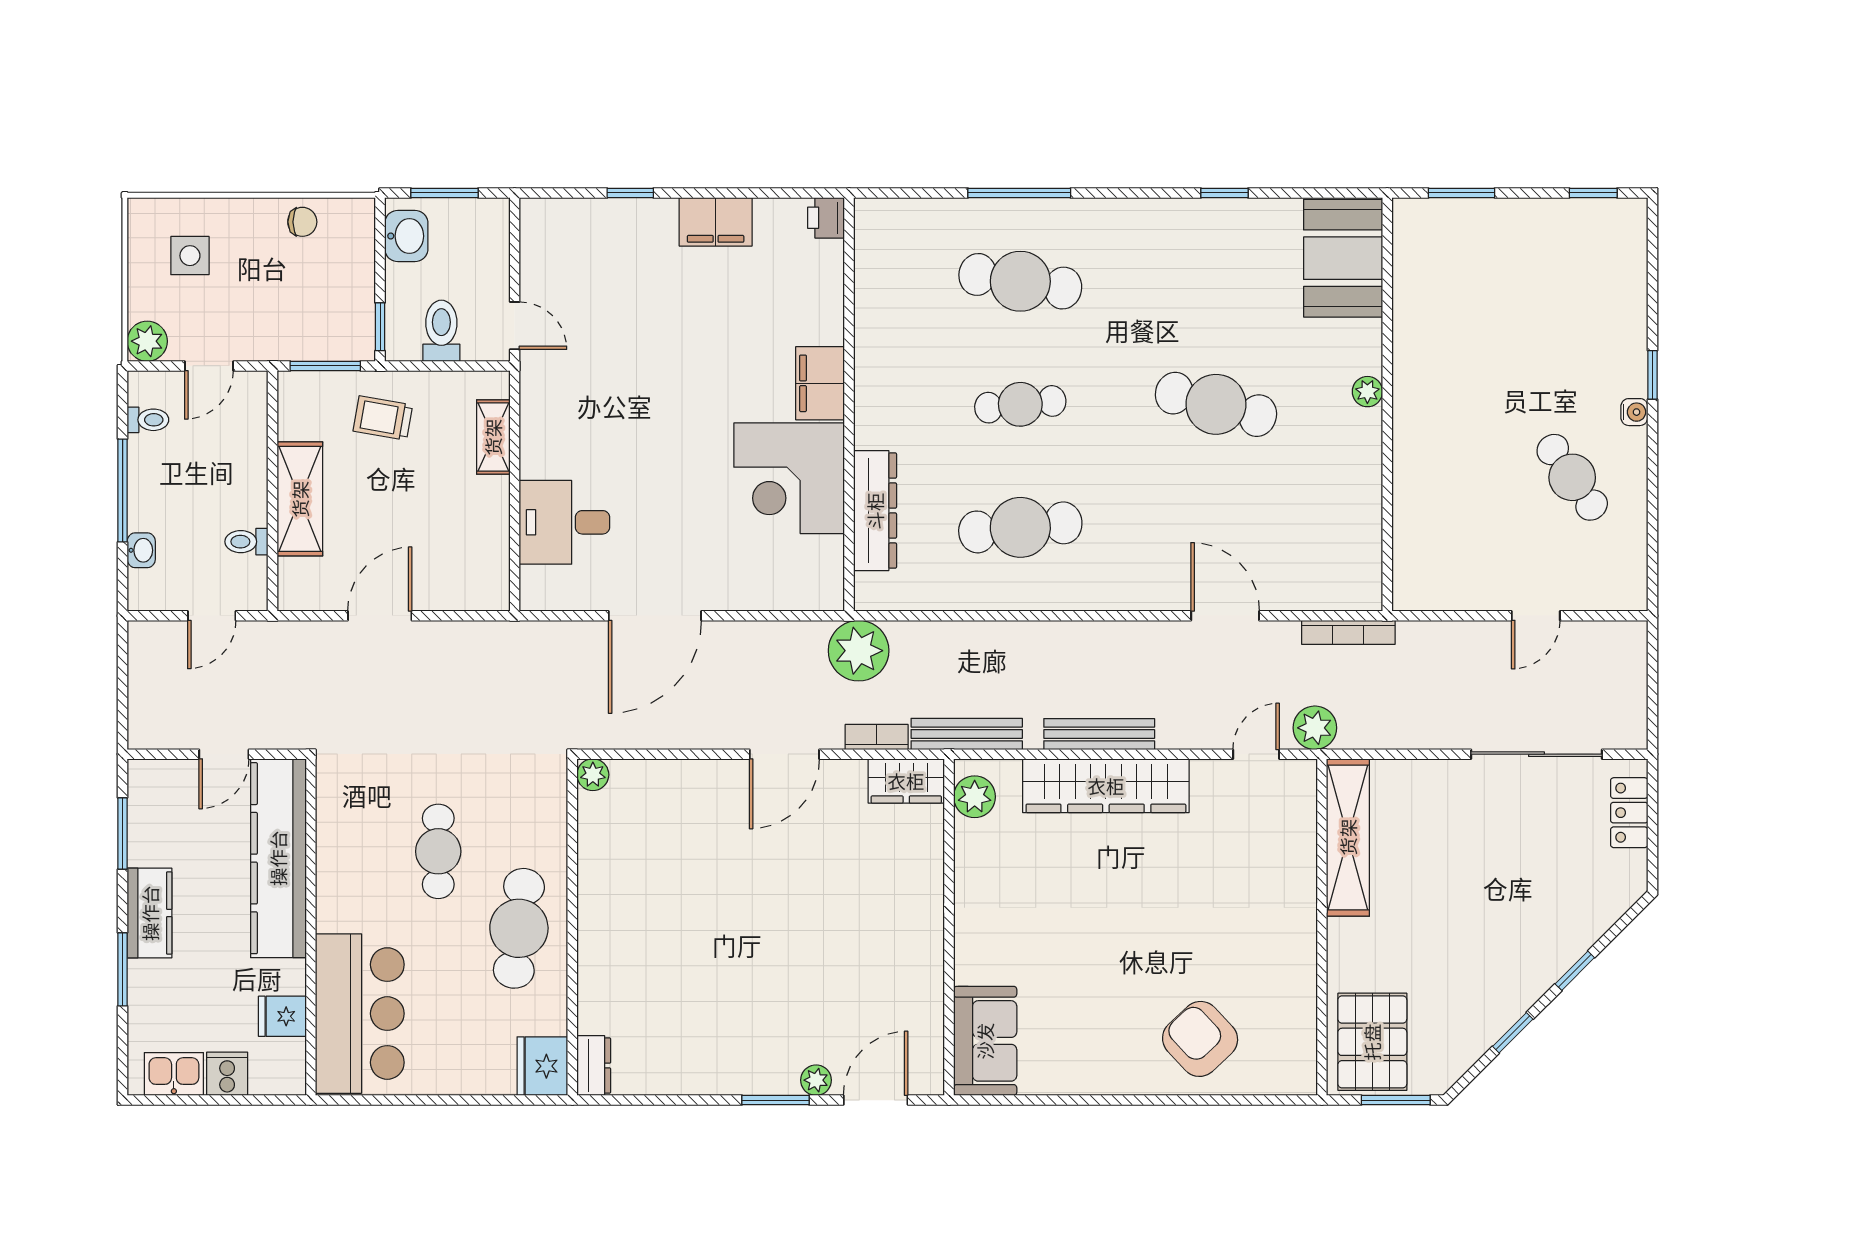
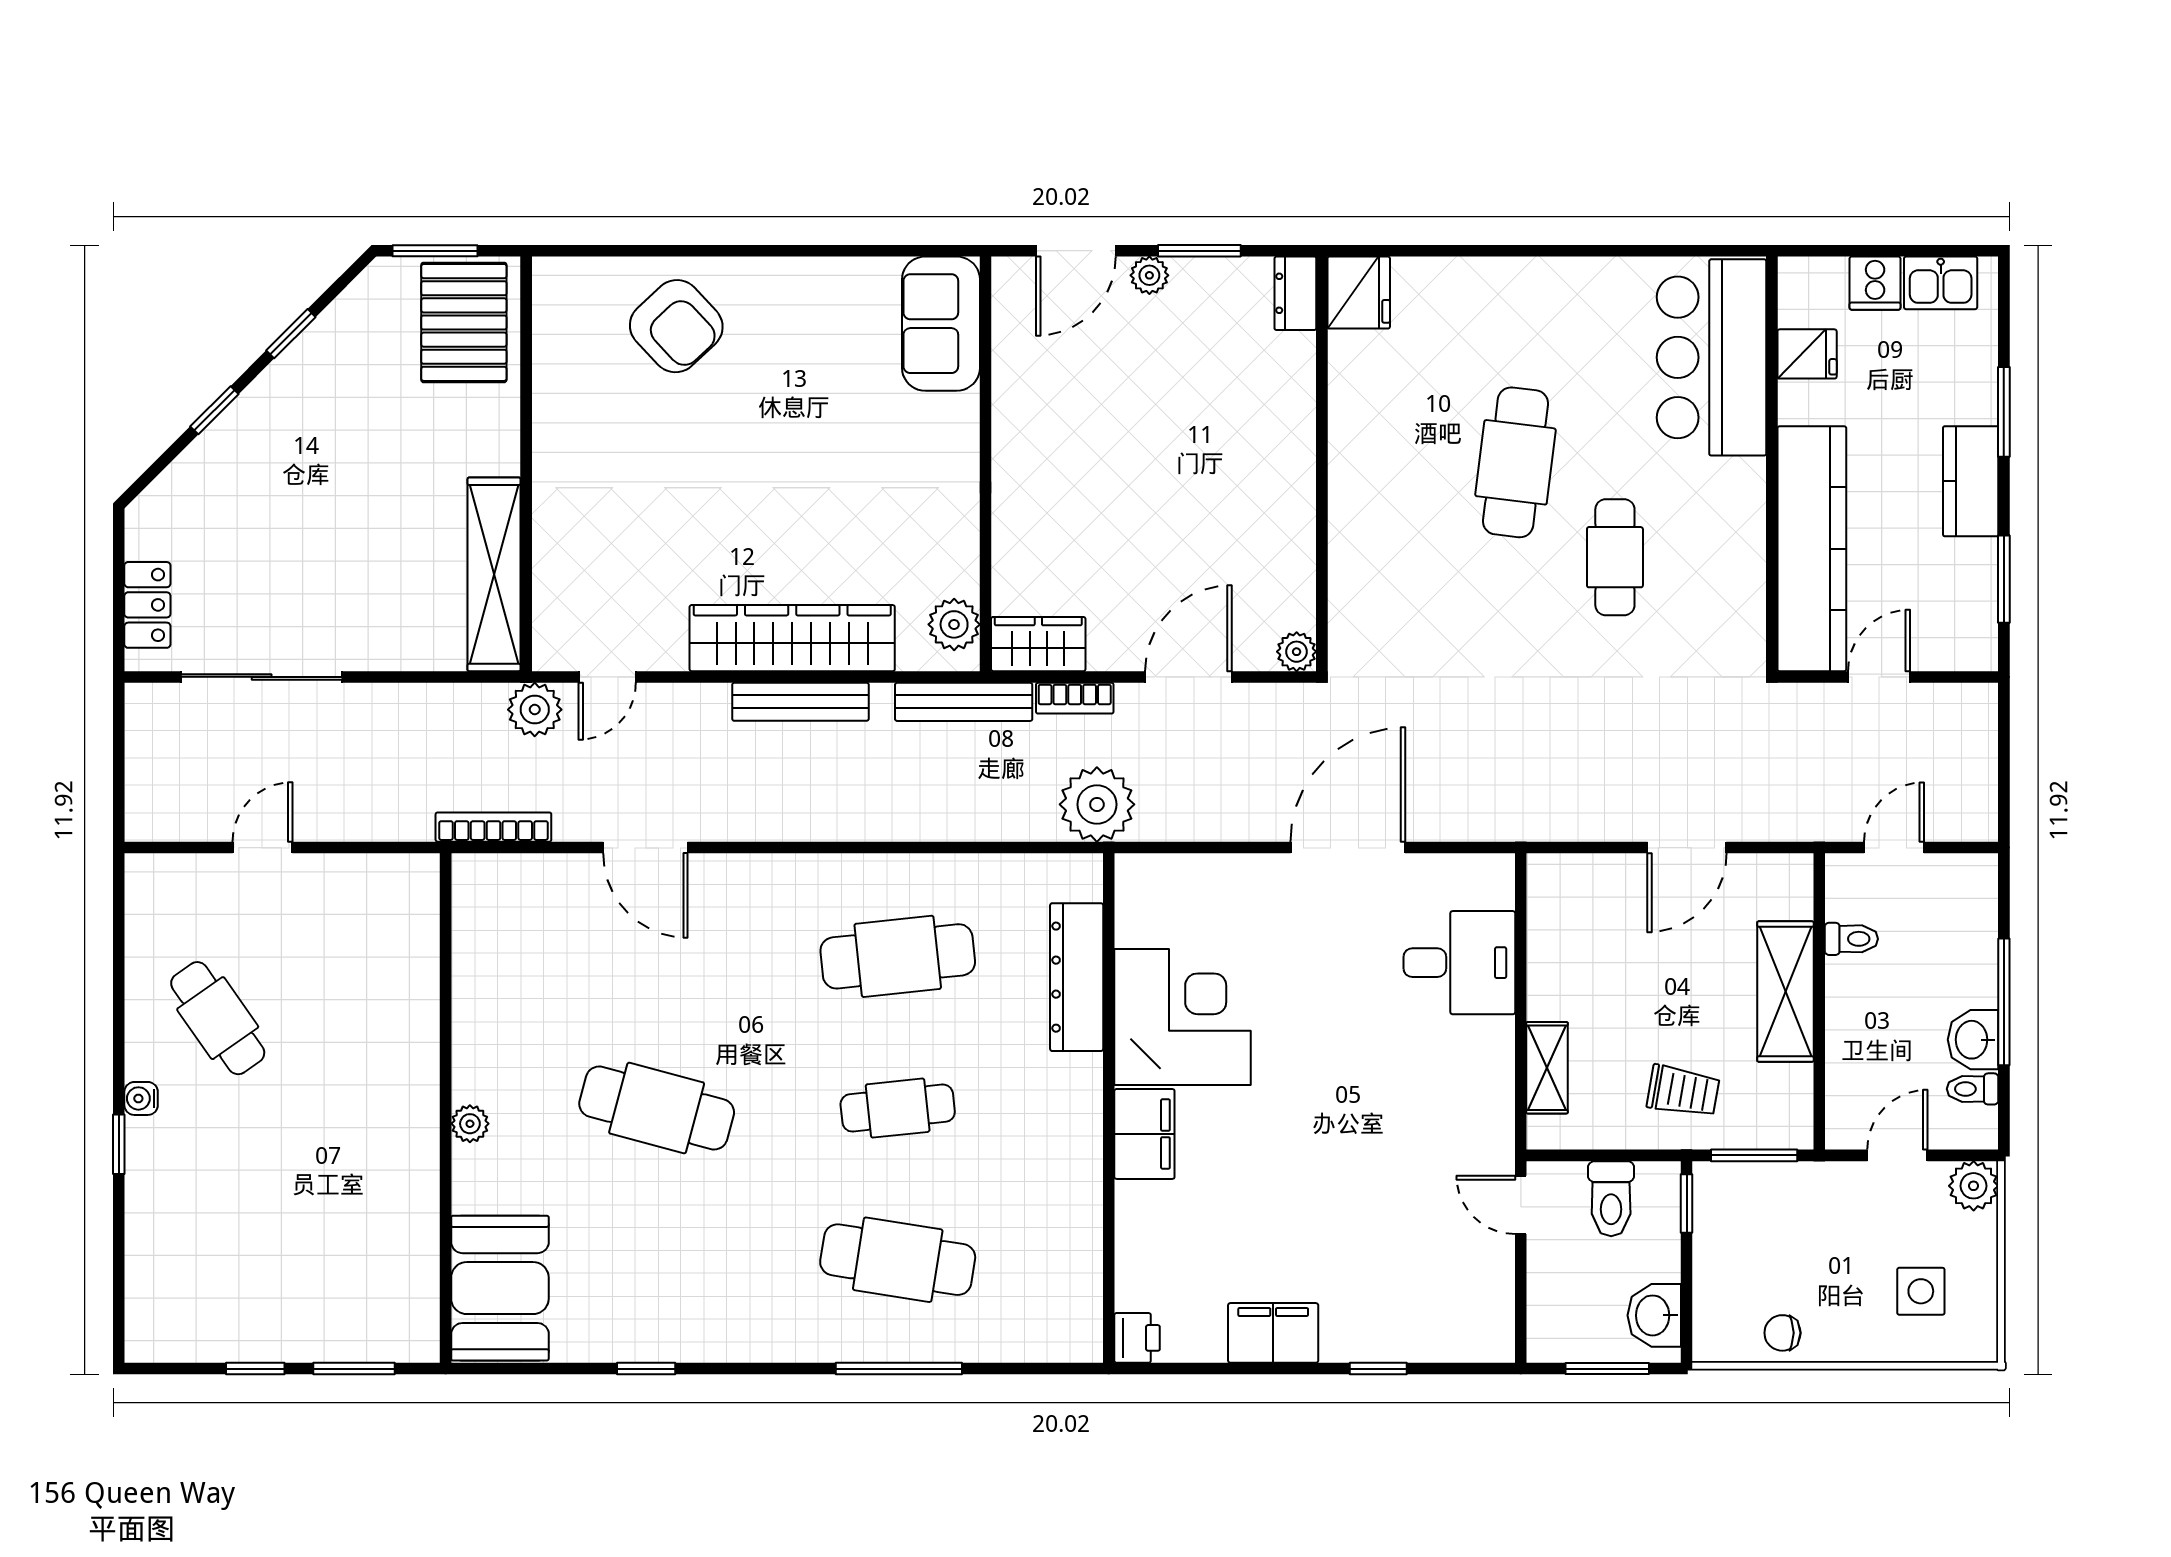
window: (1593, 193) -> (255, 1369), moved
washbasin: (141, 550) -> (1973, 1040), moved, width x1.38, depth x1.45
plant: (593, 775) -> (1297, 652), moved
wall: (572, 927) -> (1322, 464), moved
fridge: (542, 1066) -> (1359, 293), moved
dresser: (594, 1066) -> (1295, 293), moved

